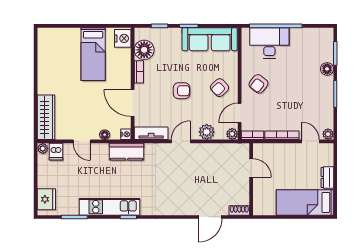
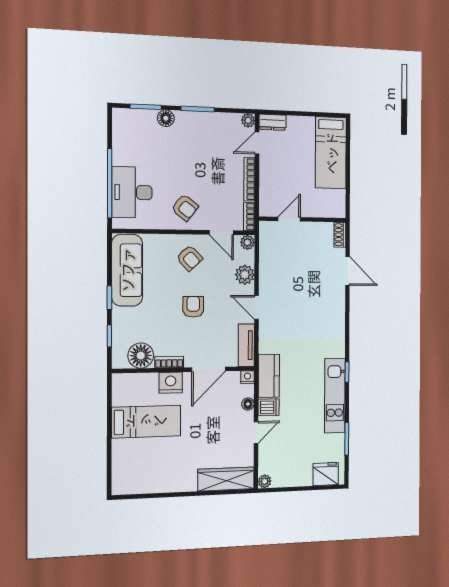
nightstand: (123, 38) -> (171, 383), moved
dishwasher: (56, 152) -> (269, 407), moved
dresser: (327, 177) -> (273, 122), moved

